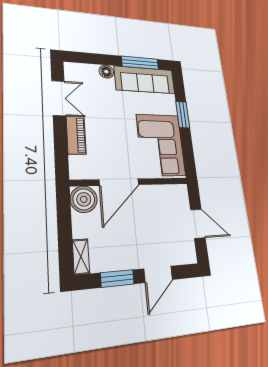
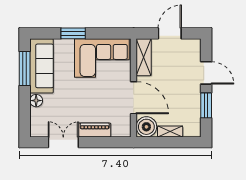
shelving: (167, 193) -> (144, 57), added
shelving: (81, 257) -> (170, 131), moved

